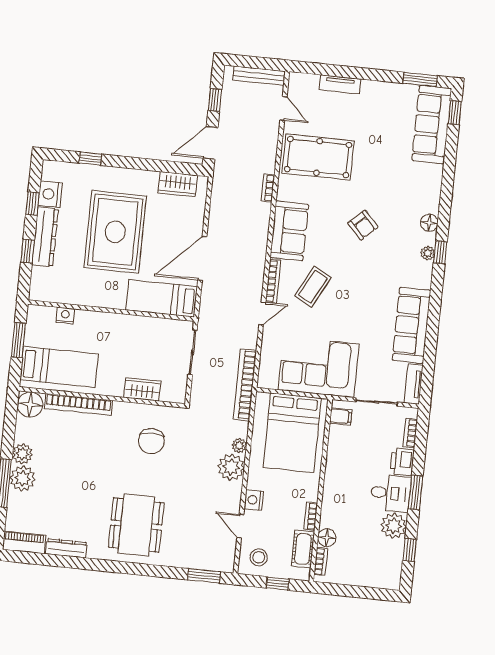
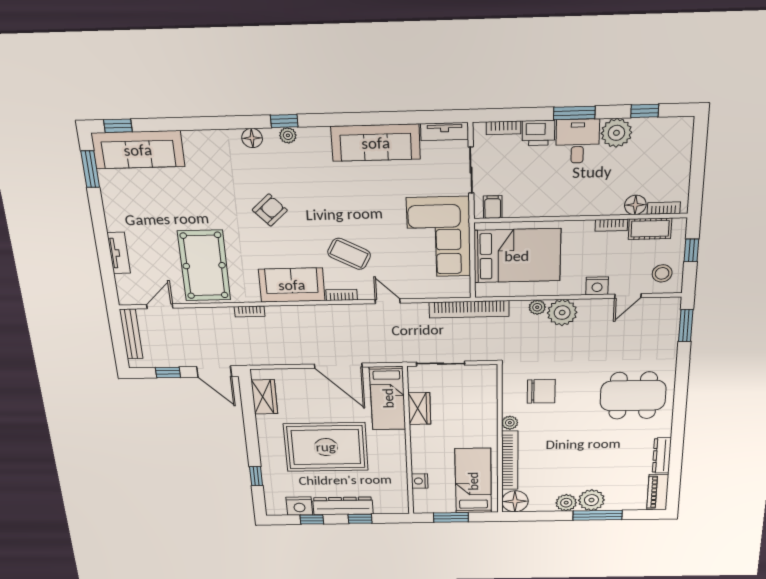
bookcase: (273, 281) -> (342, 295), width x0.64
wardrobe: (142, 389) -> (419, 409), moved, turned 180
plant: (121, 409) -> (510, 423), added

